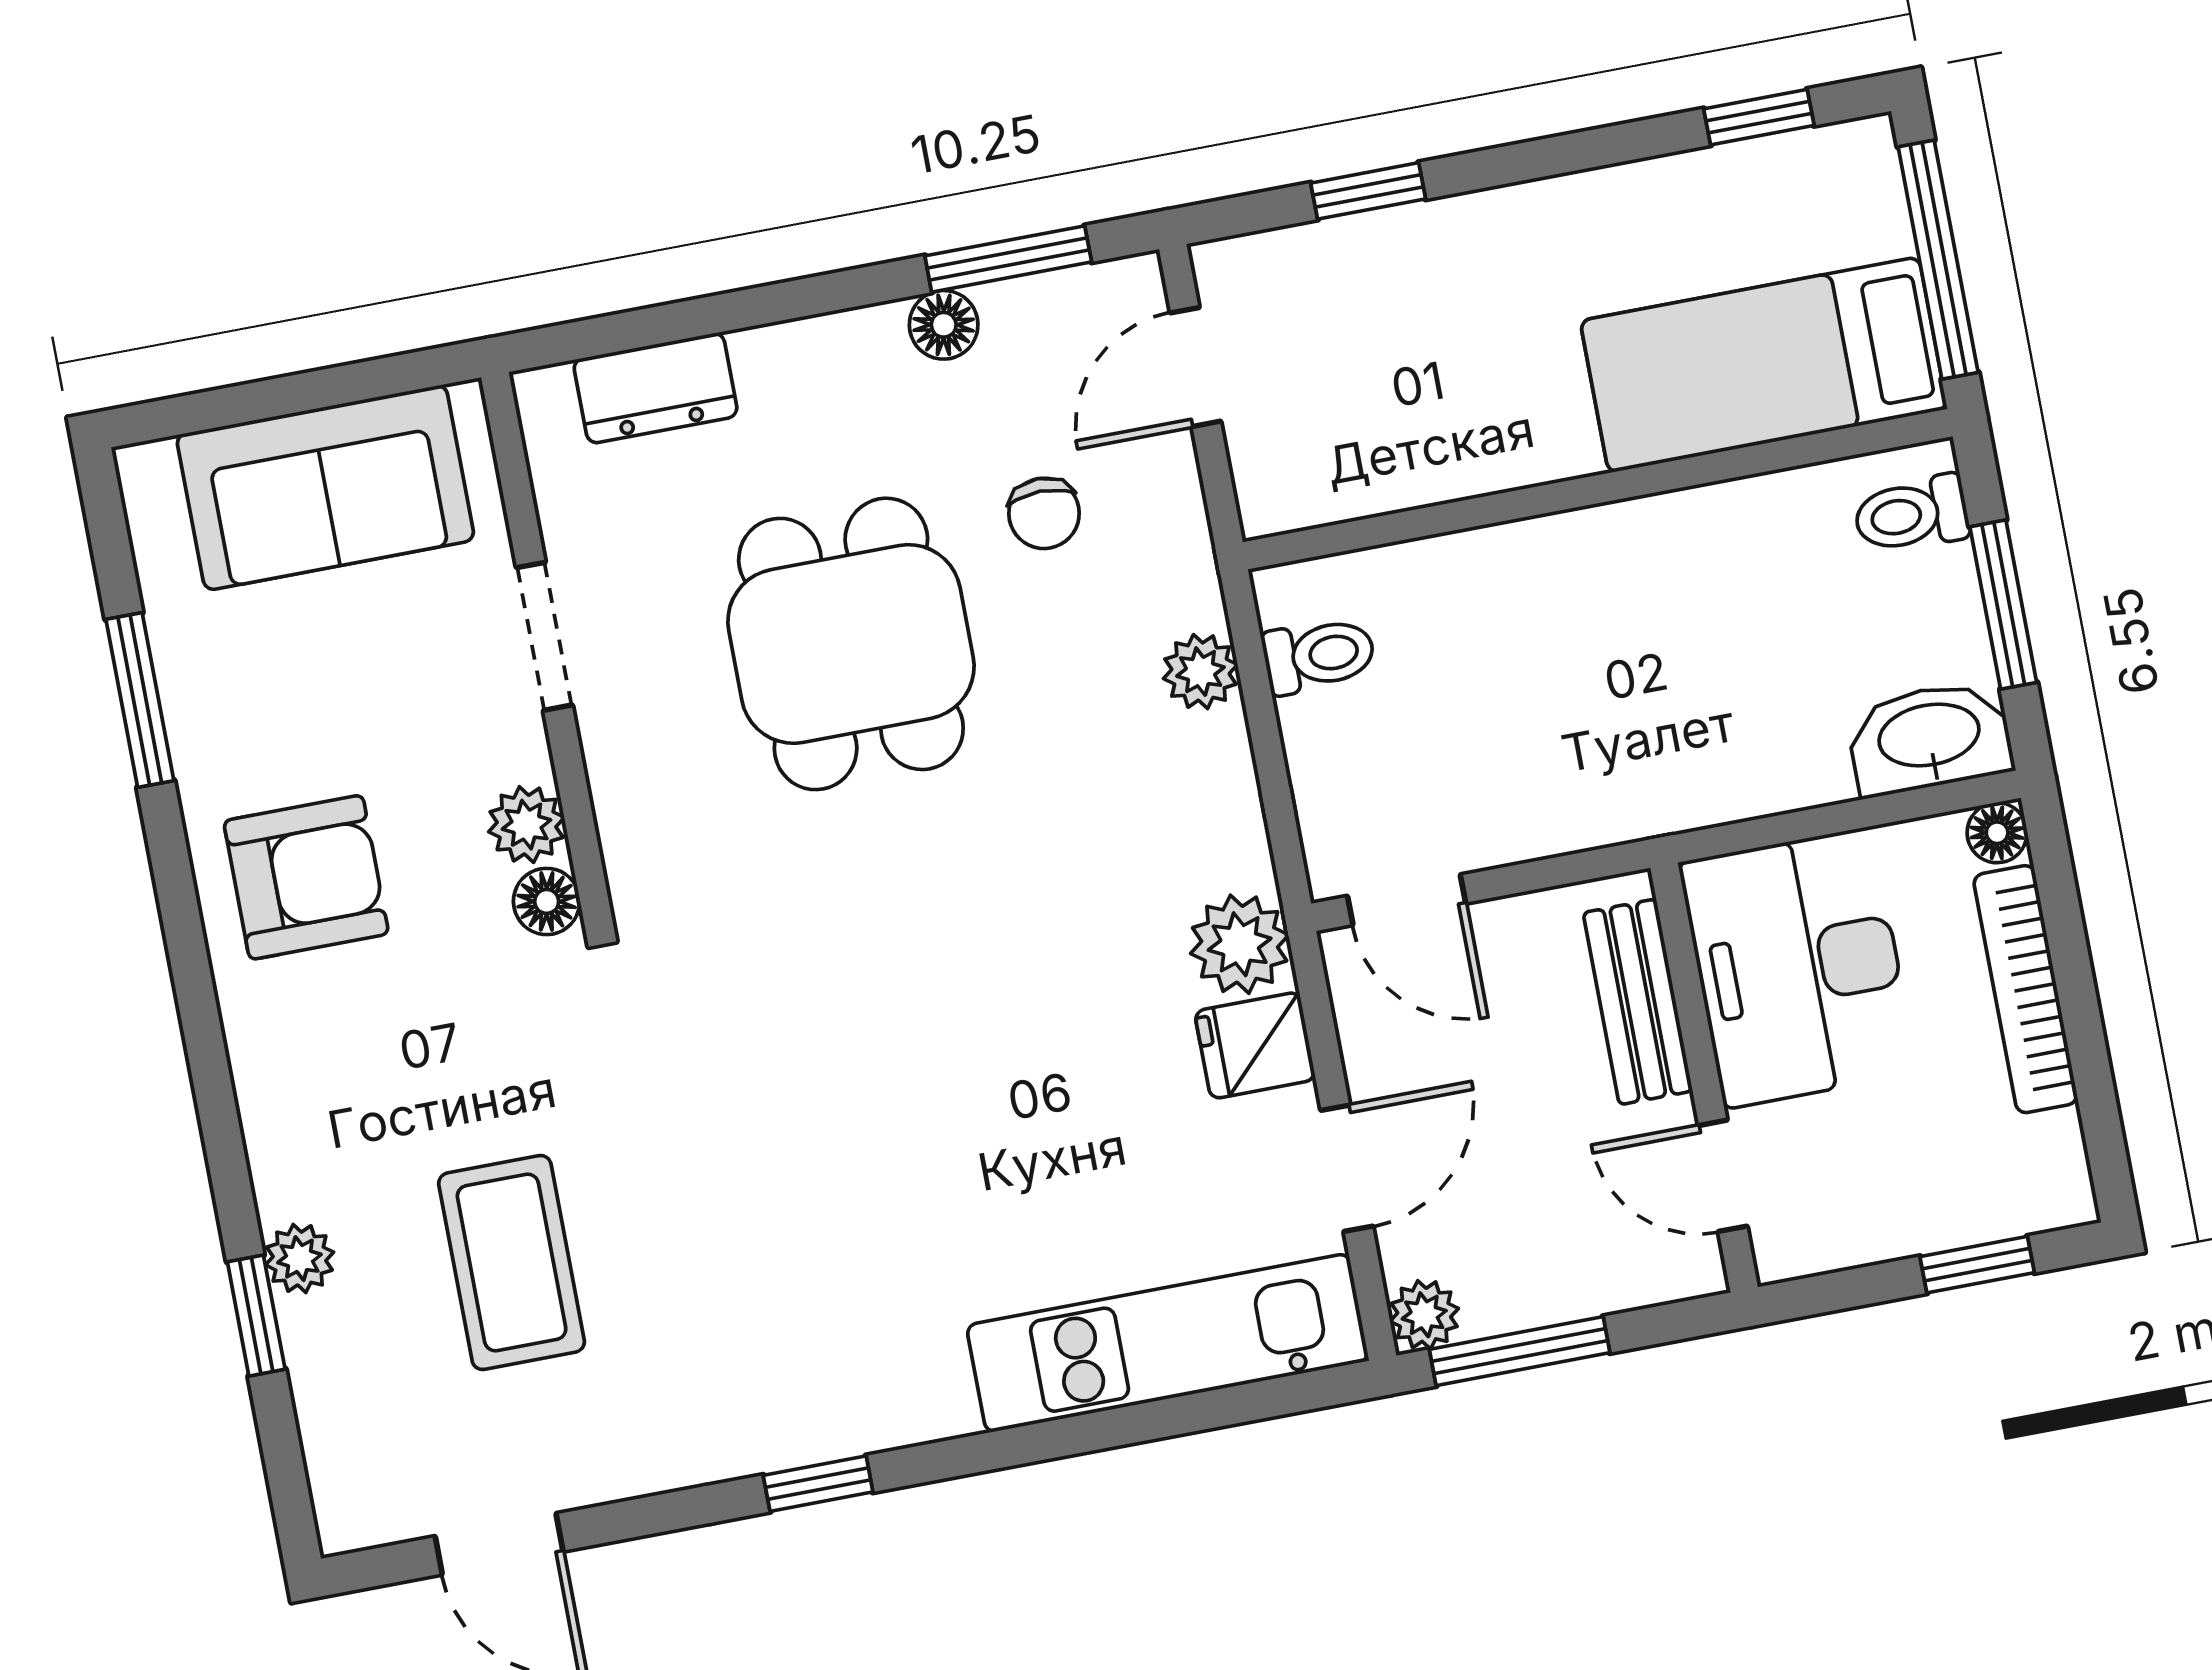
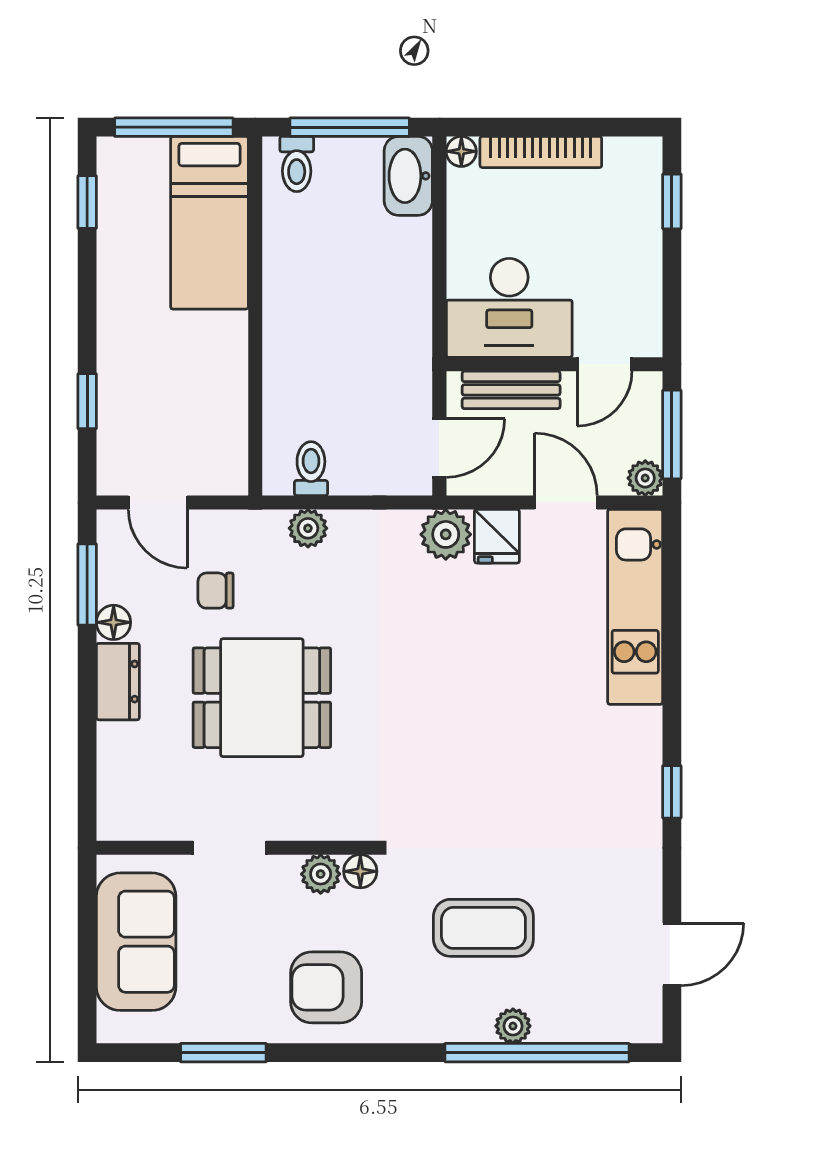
dresser: (656, 388) -> (118, 682), moved
chair: (1044, 513) -> (216, 591), turned 180
window: (2003, 605) -> (350, 127), width x1.44
armchair: (306, 877) -> (326, 987), turned -90
desk: (1798, 968) -> (509, 308), moved
bench: (1638, 1002) -> (511, 390), moved
wall: (1704, 1078) -> (554, 364), moved
door: (1723, 1176) -> (605, 364), moved
coffee table: (512, 1263) -> (483, 928), moved
window: (256, 1316) -> (537, 1053), width x3.17

